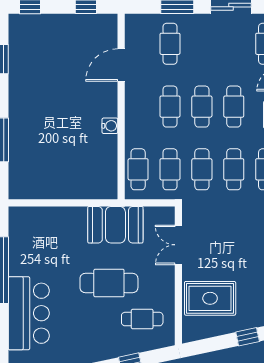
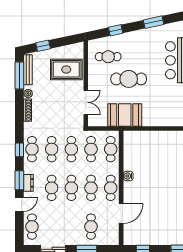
cafe table: (138, 107) -> (111, 188), added

